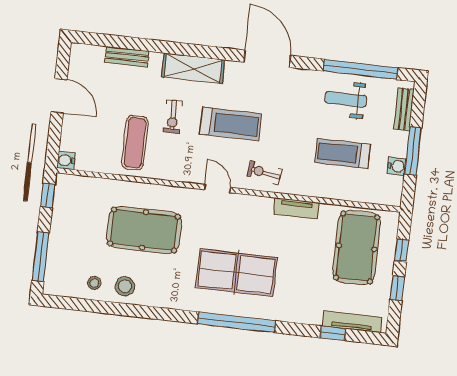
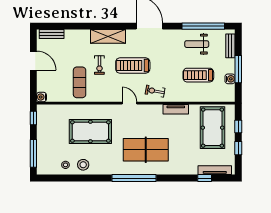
bench: (127, 57) -> (52, 34), moved
treadmill: (231, 124) -> (133, 66), turned 180
window: (237, 322) -> (134, 178), moved

